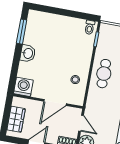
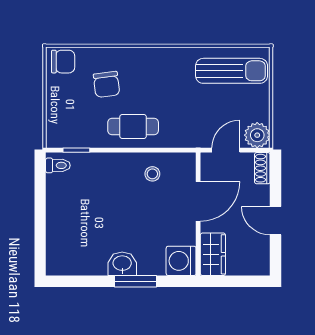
window: (22, 32) -> (136, 281), moved
door: (55, 102) -> (198, 201), hinge flipped
wardrobe: (16, 119) -> (213, 254), moved, turned 90

